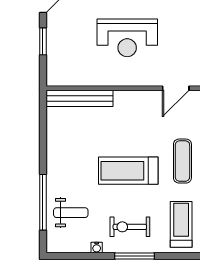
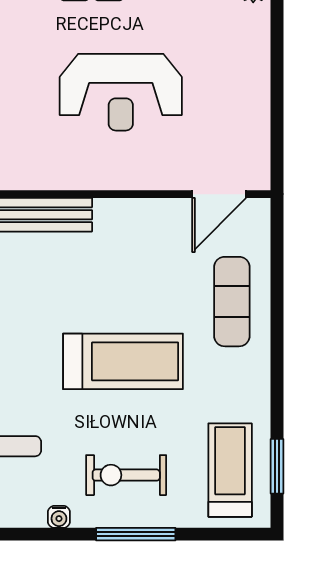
exercise mat: (182, 161) -> (232, 302), moved
treadmill: (128, 171) -> (123, 361), turned 180

